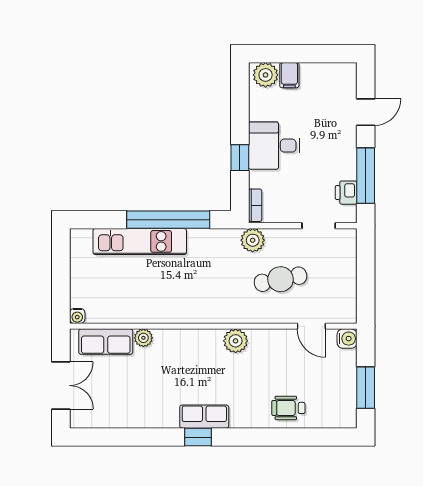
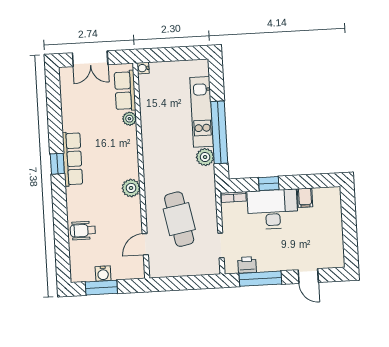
plant: (266, 75) -> (332, 199), removed
filing cabinet: (289, 75) -> (305, 198), moved, turned -90
desk: (274, 146) -> (273, 209), width x1.37
plant: (253, 240) -> (205, 157), moved
cafe table: (281, 279) -> (179, 219), width x1.37, depth x1.35
water cooler: (347, 339) -> (103, 274), moved
wheelchair: (288, 408) -> (83, 230), turned -90
row of seats: (204, 417) -> (72, 159), width x1.48

